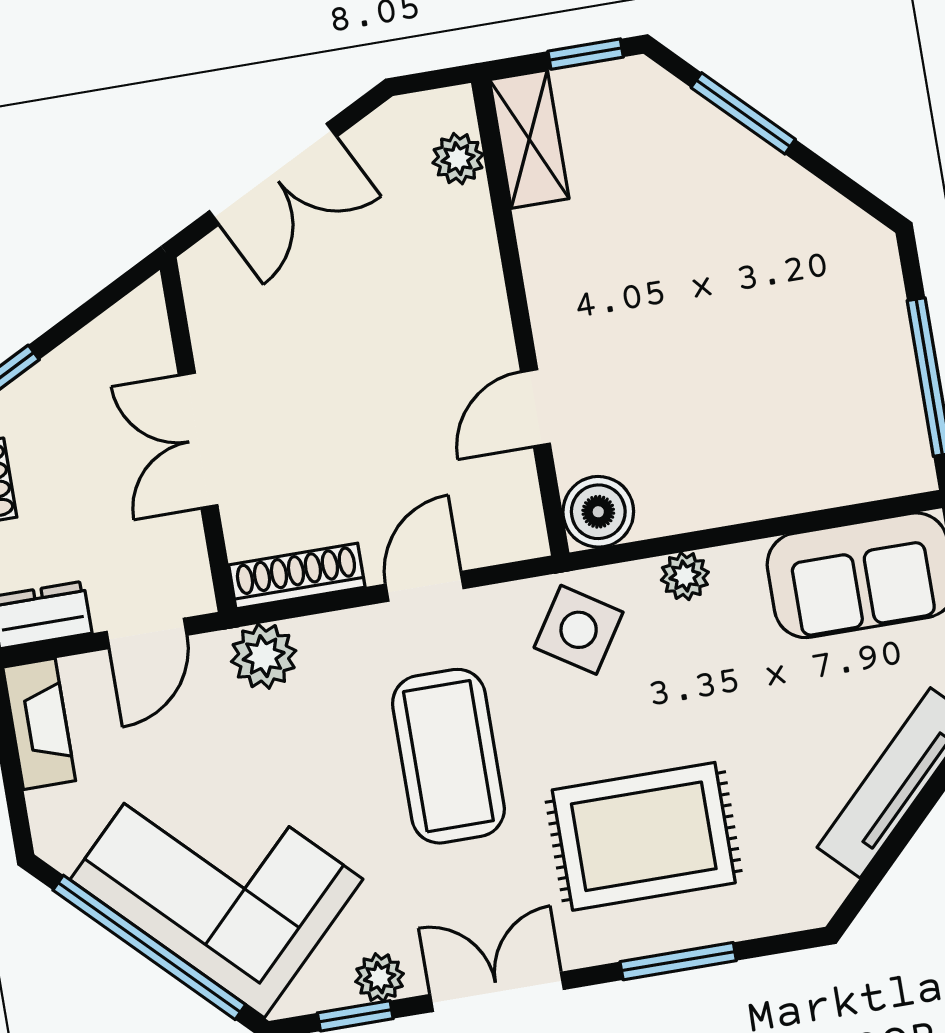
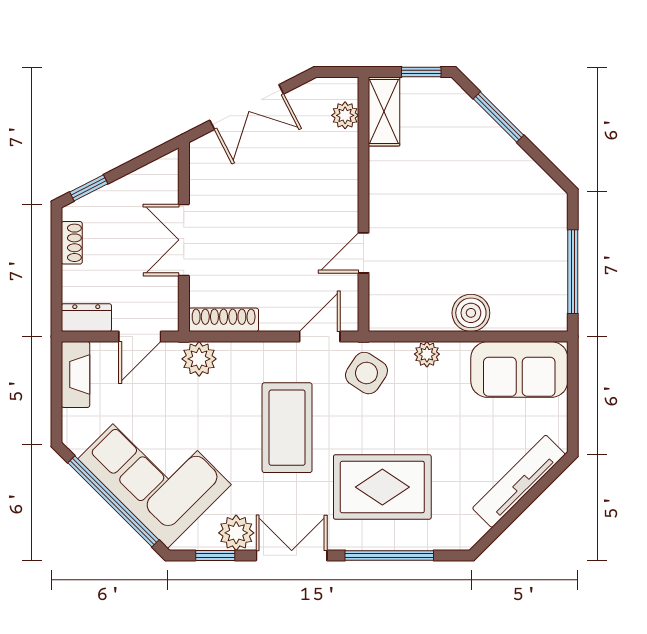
boiler: (598, 512) -> (471, 313), moved
door: (425, 586) -> (320, 337), moved
window: (678, 961) -> (389, 555), width x1.44
plant: (380, 978) -> (236, 533), width x1.38, depth x1.38

